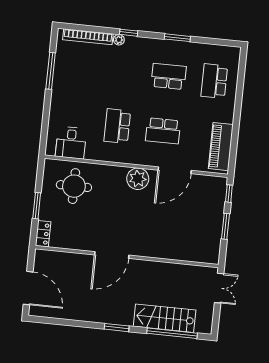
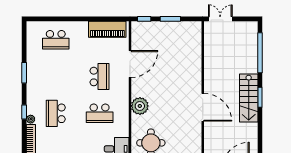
school desk: (169, 76) -> (56, 113), moved
door: (175, 170) -> (130, 64), hinge flipped
plant: (138, 179) -> (140, 106), moved
stairs: (165, 318) -> (249, 98), moved

